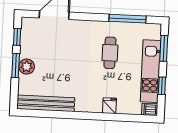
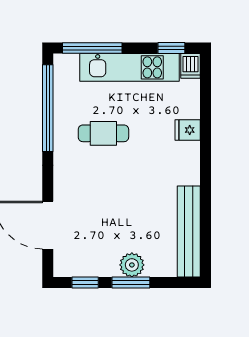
window: (127, 19) -> (48, 108), width x1.46
window: (164, 48) -> (92, 48), width x1.44
window: (162, 86) -> (171, 48), moved

